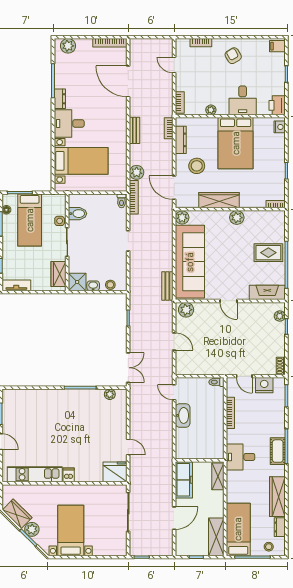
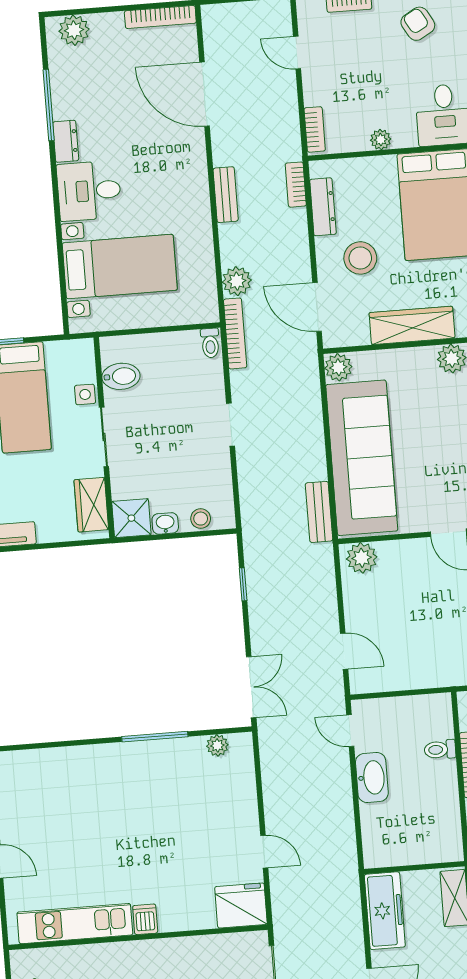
door: (174, 341) -> (344, 651), moved
toilet: (216, 382) -> (440, 750), moved

